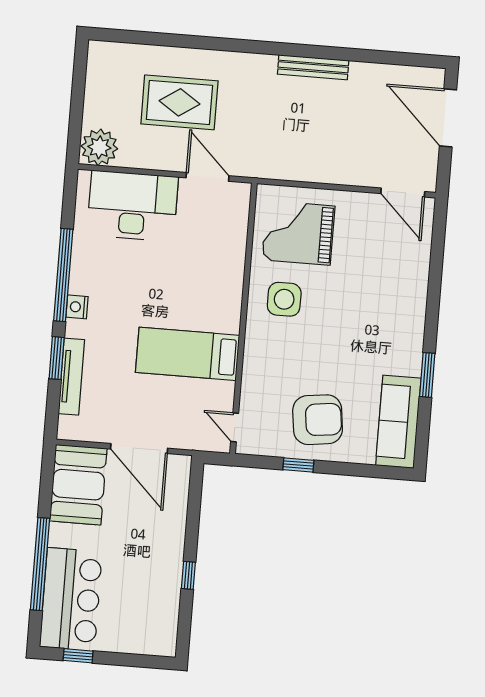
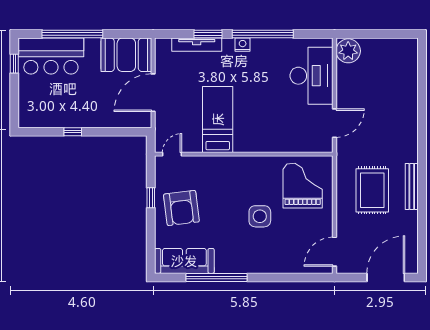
rug: (179, 102) -> (372, 190), moved
side table: (284, 299) -> (260, 216), moved
window: (427, 375) -> (216, 277), width x2.11

